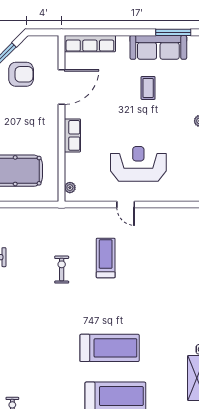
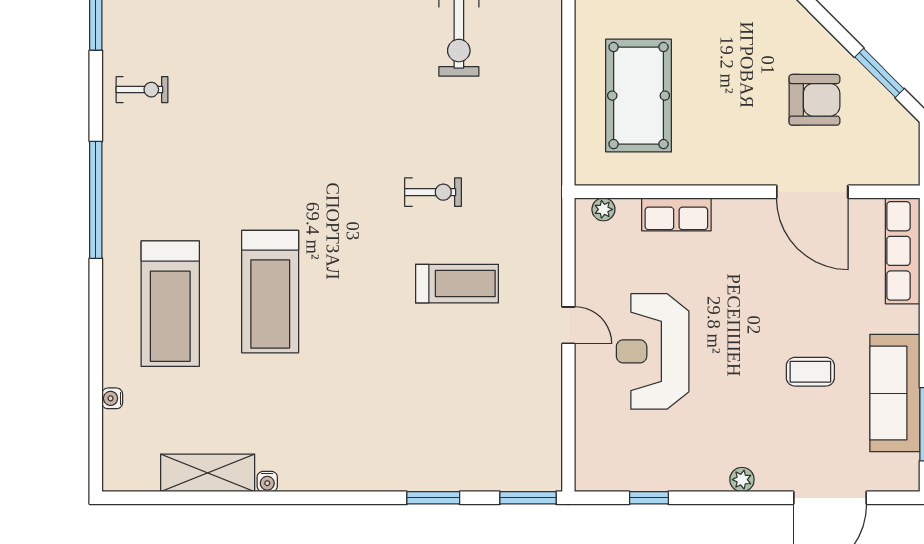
armchair: (21, 74) -> (814, 100), moved, turned -90
row of seats: (72, 135) -> (676, 214), moved
reception desk: (138, 164) -> (653, 351), turned 180
door: (126, 204) -> (568, 325), swing flipped

